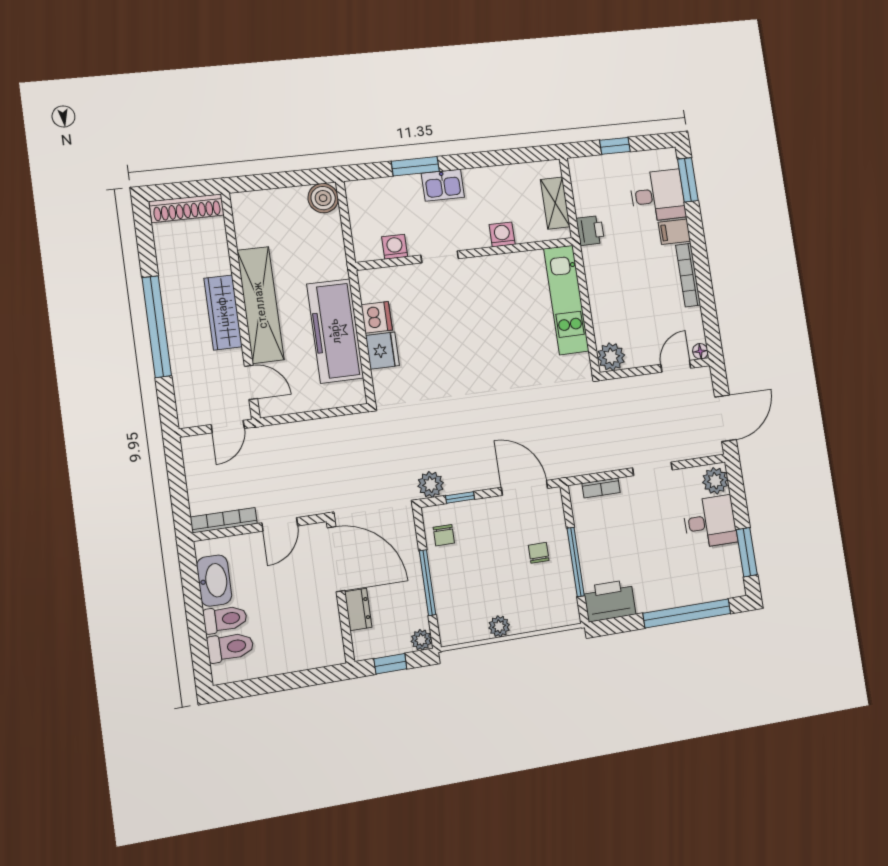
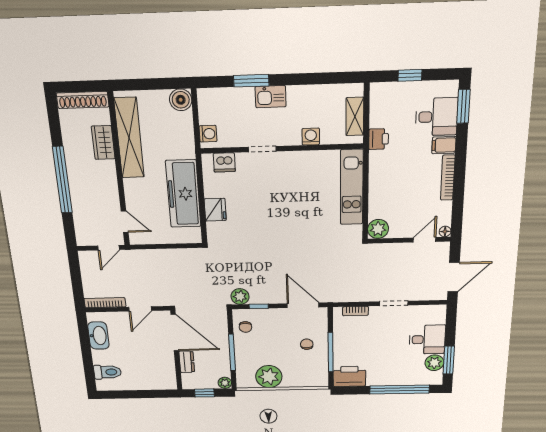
washing machine: (395, 247) -> (208, 134), moved, turned 90
shelving: (260, 305) -> (129, 138), moved
wardrobe: (223, 312) -> (103, 143), moved, width x0.67
dishwasher: (377, 317) -> (224, 162), moved, turned 90
plant: (715, 481) -> (434, 363), moved
toilet: (225, 619) -> (105, 357), removed
plant: (499, 626) -> (269, 377), width x1.87, depth x1.87

